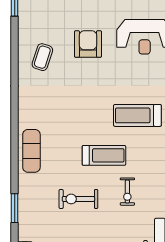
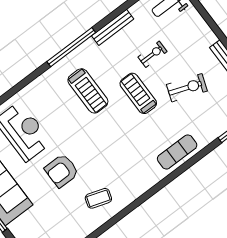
exercise bike: (78, 199) -> (187, 88), turned -70

